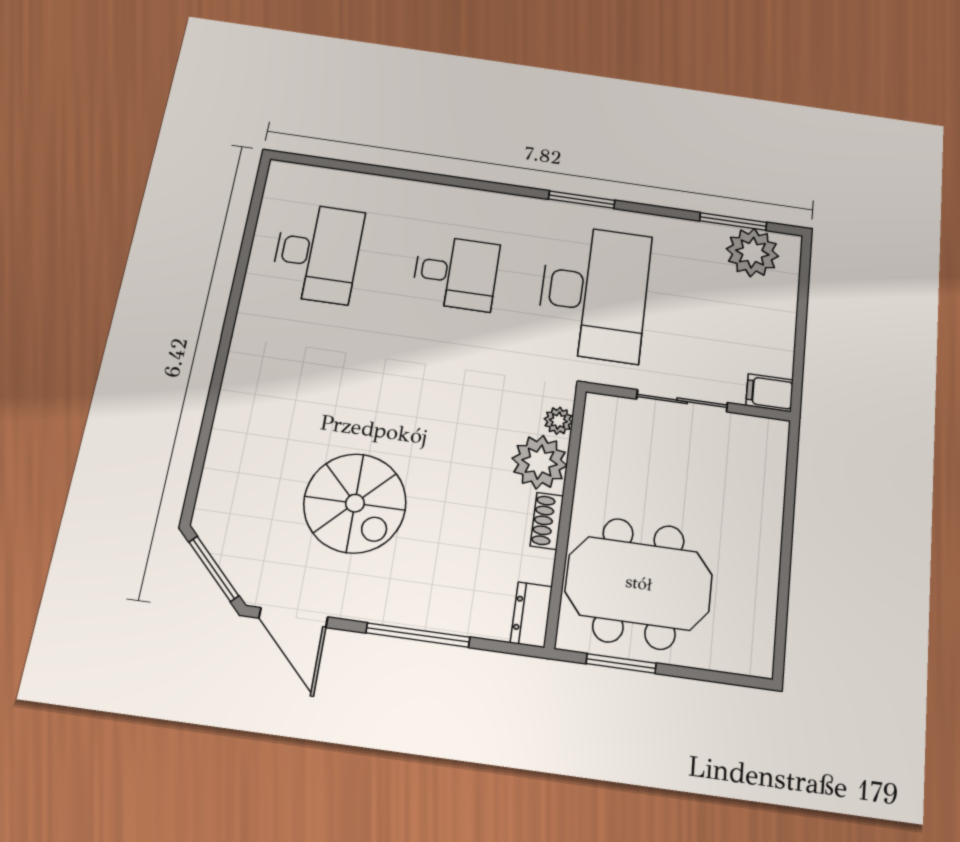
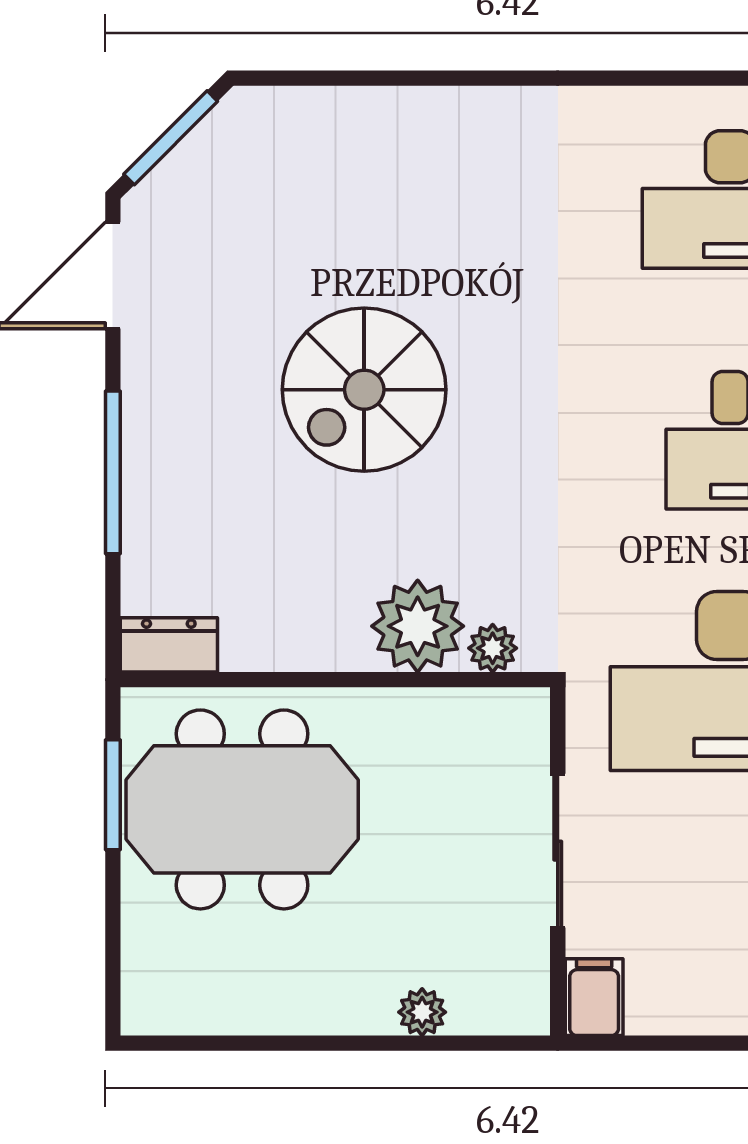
plant: (771, 492) -> (422, 1012), added
spiral stairs: (355, 503) -> (364, 390), moved
shoe rack: (547, 521) -> (322, 650), removed
meeting table: (639, 583) -> (242, 809), turned 90

